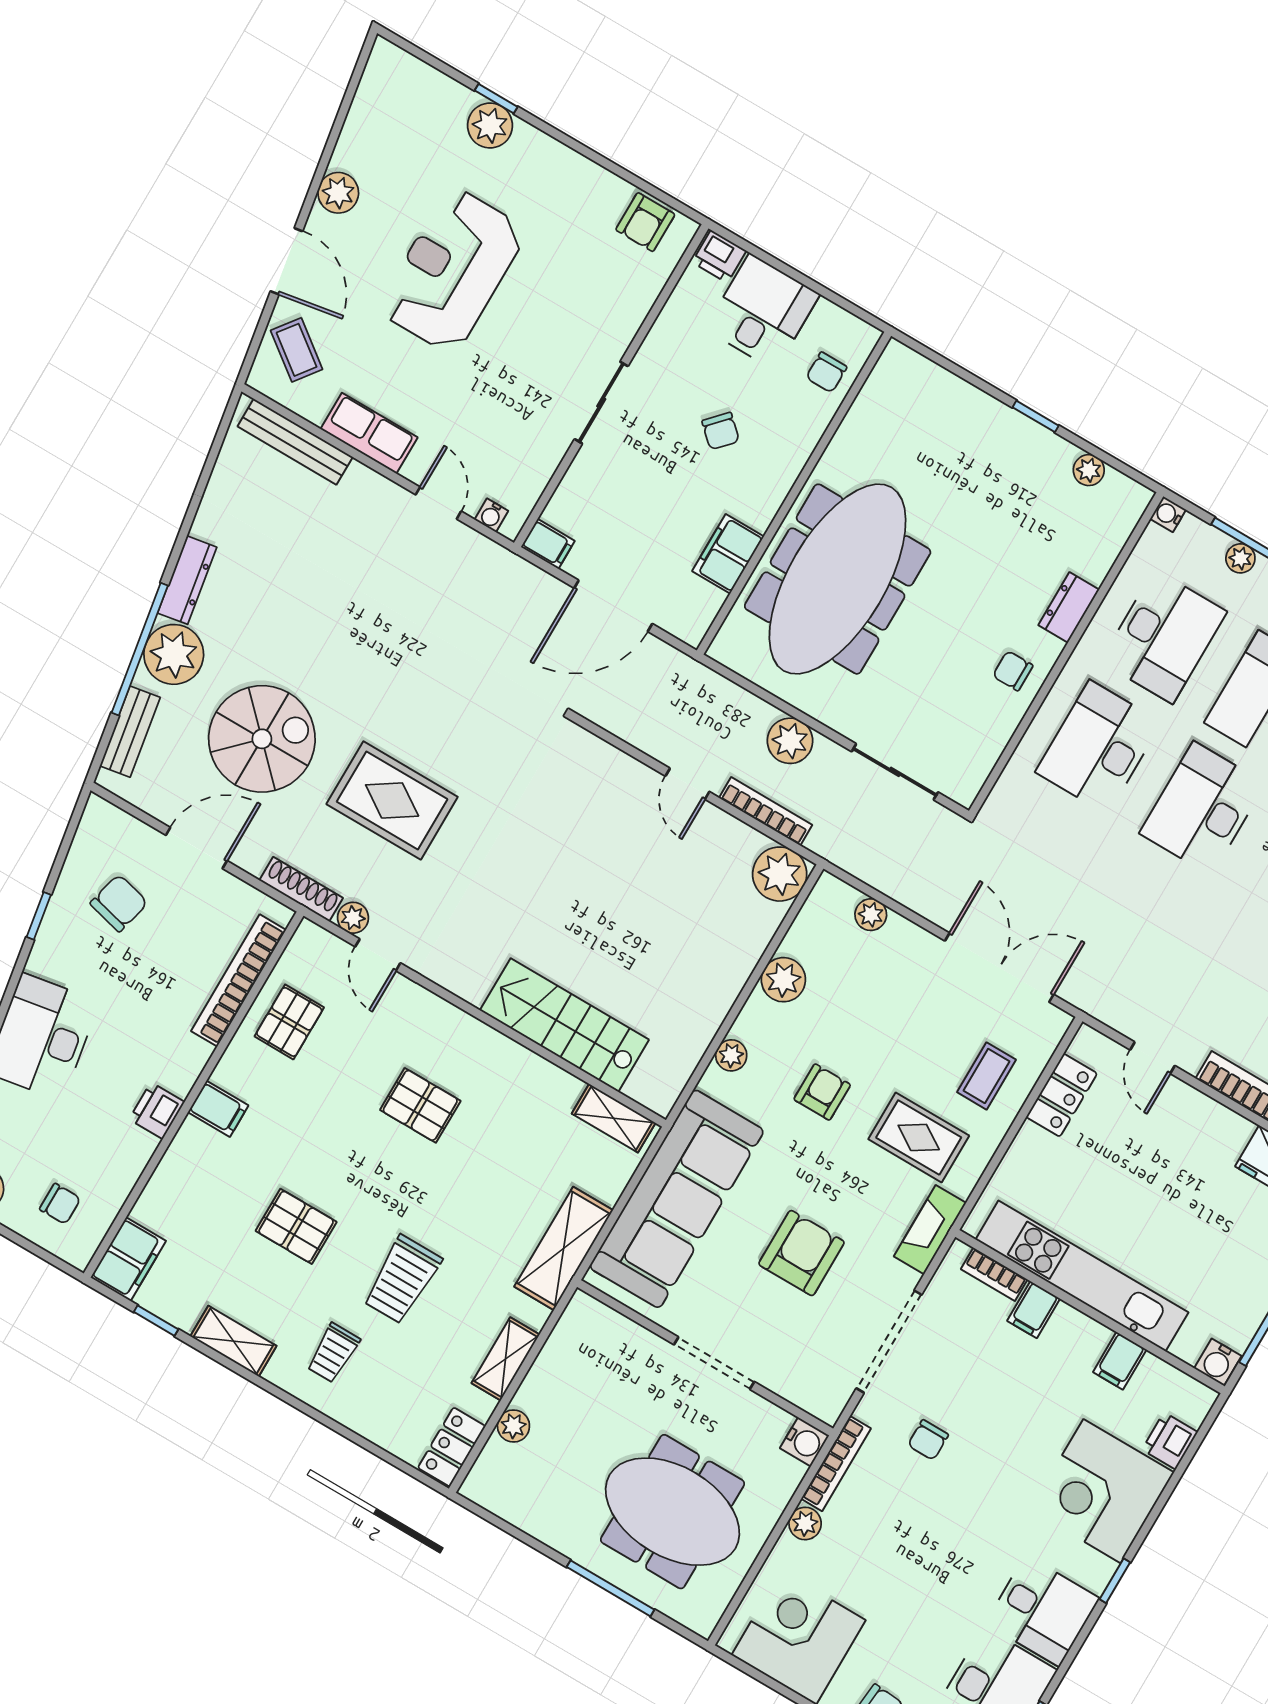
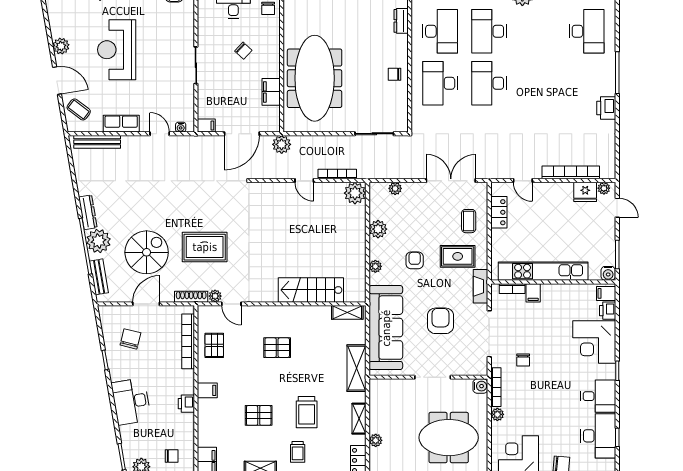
dresser: (1069, 607) -> (401, 21), moved
plant: (790, 741) -> (282, 144), moved
filing cabinet: (1120, 1361) -> (606, 293), moved, turned 90

